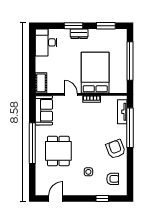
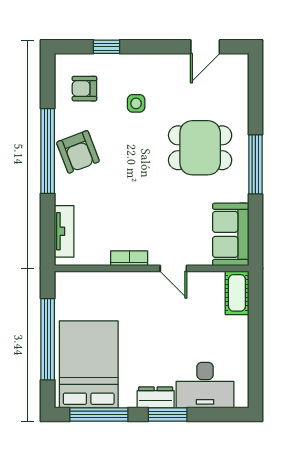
window: (106, 26) -> (99, 414), width x1.44
desk: (46, 42) -> (205, 385), moved, turned 90
bed: (95, 73) -> (89, 364), moved, turned 180
window: (130, 128) -> (48, 151), moved
window: (32, 143) -> (255, 164), width x0.68
dining table: (58, 151) -> (200, 148), turned 90

